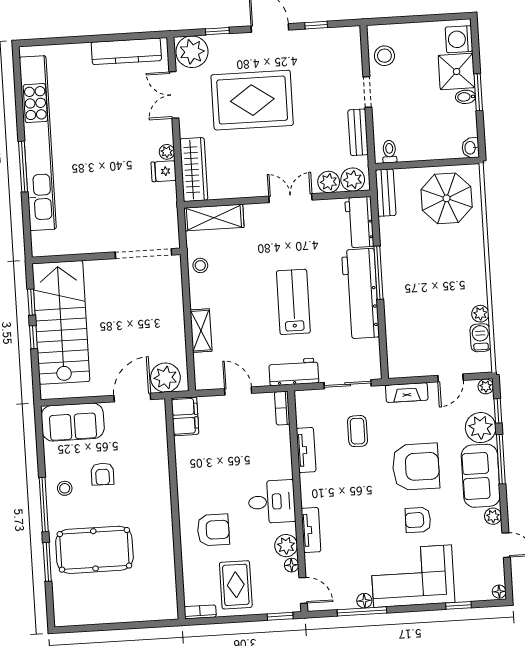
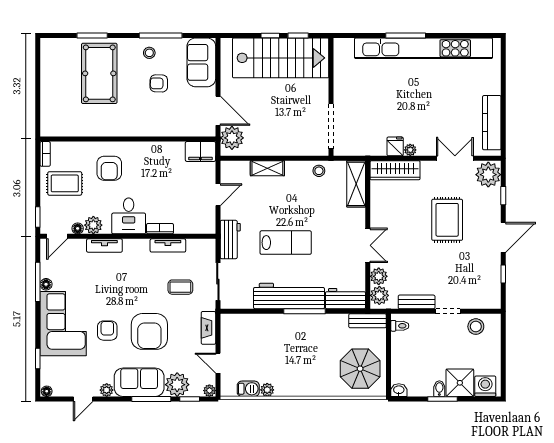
rug: (252, 100) -> (447, 220), width x0.73, depth x0.69
bookcase: (282, 408) -> (160, 229), moved
window: (44, 505) -> (161, 35), moved

